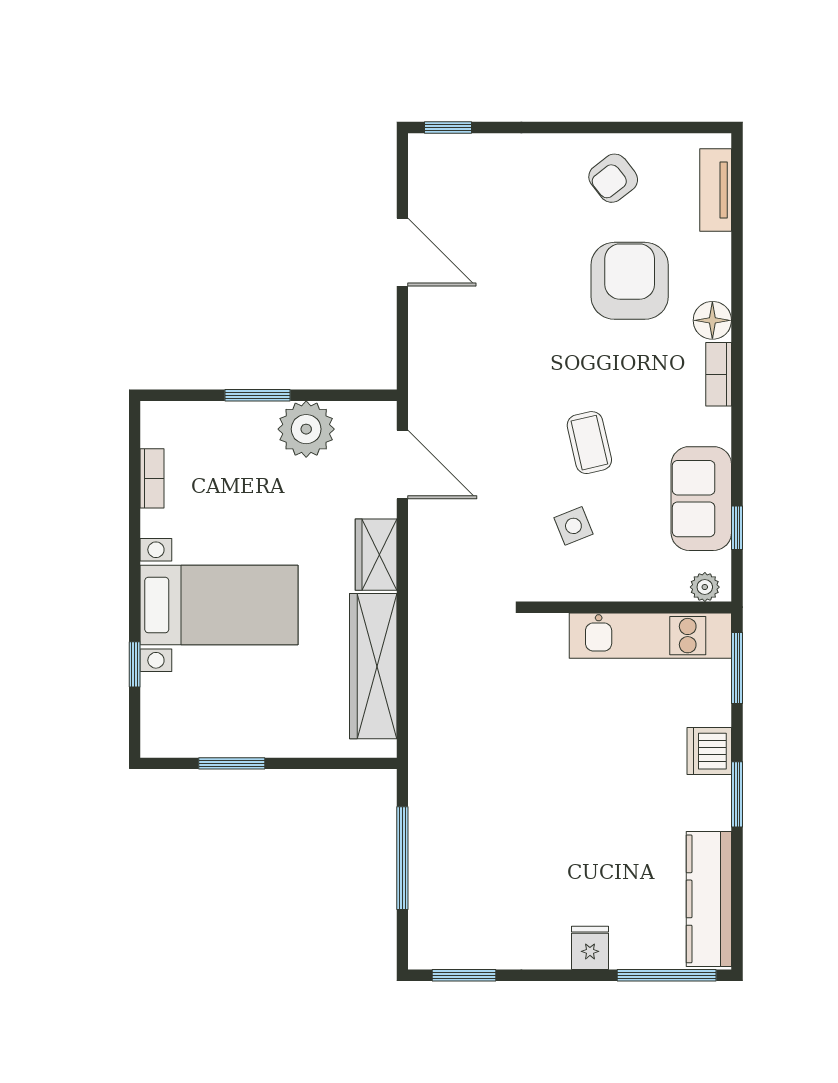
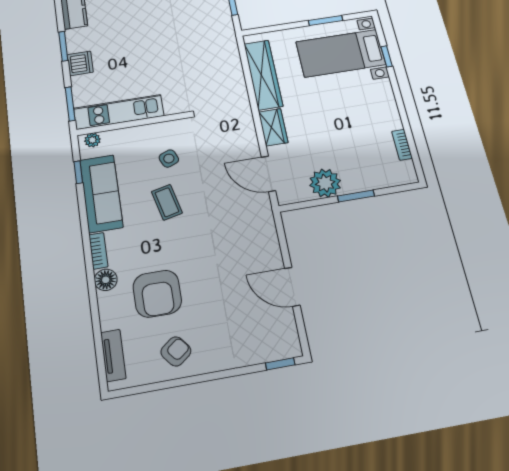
sofa: (701, 499) -> (101, 193), width x1.36
bed with nightstands: (219, 605) -> (341, 53), moved

